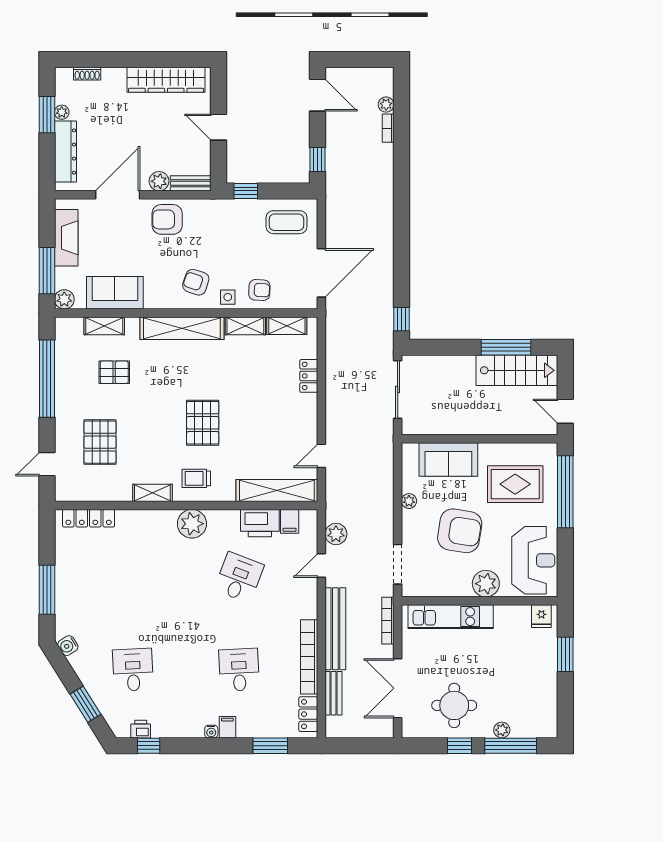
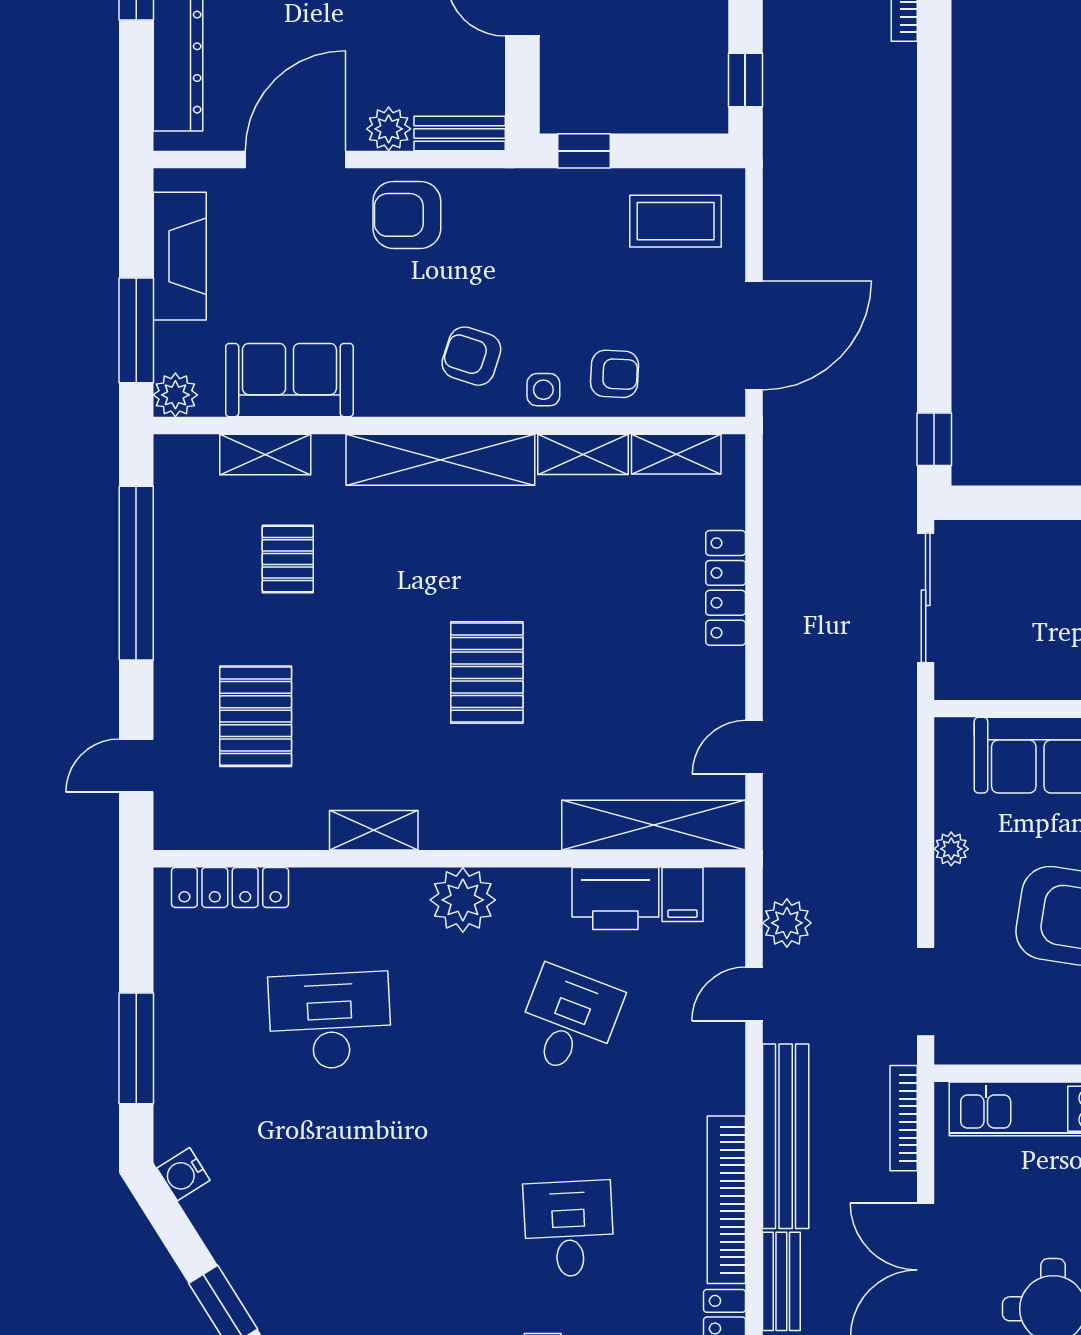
pallet: (114, 372) -> (288, 559), turned 90
locker: (309, 376) -> (726, 588), width x1.53
trolley: (196, 478) -> (472, 798), removed
desk: (133, 670) -> (330, 1021), moved, width x1.37

